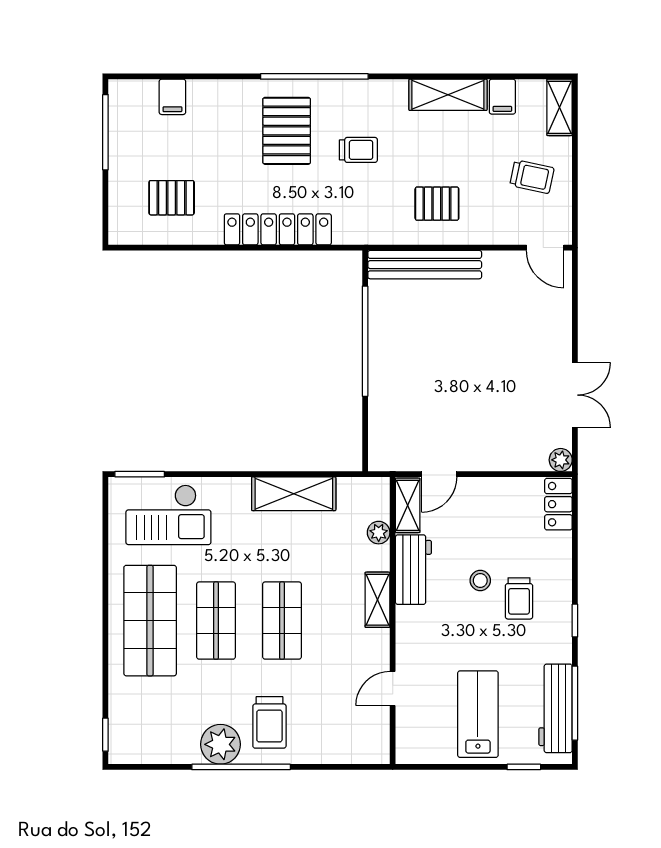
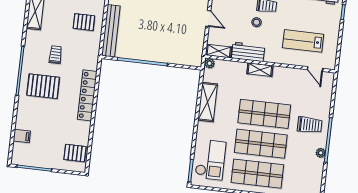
pallet: (172, 198) -> (75, 153), moved, turned 90
pallet: (437, 204) -> (84, 22), turned 90
door: (439, 474) -> (208, 18), moved
plant: (379, 533) -> (209, 63), moved
shop shelf: (216, 621) -> (261, 144), width x1.43, depth x1.36
shop shelf: (282, 621) -> (264, 114), width x1.43, depth x1.36
door: (393, 689) -> (315, 69), moved
lab bench: (478, 714) -> (303, 41), moved
plant: (221, 744) -> (321, 153), width x0.53, depth x0.53

